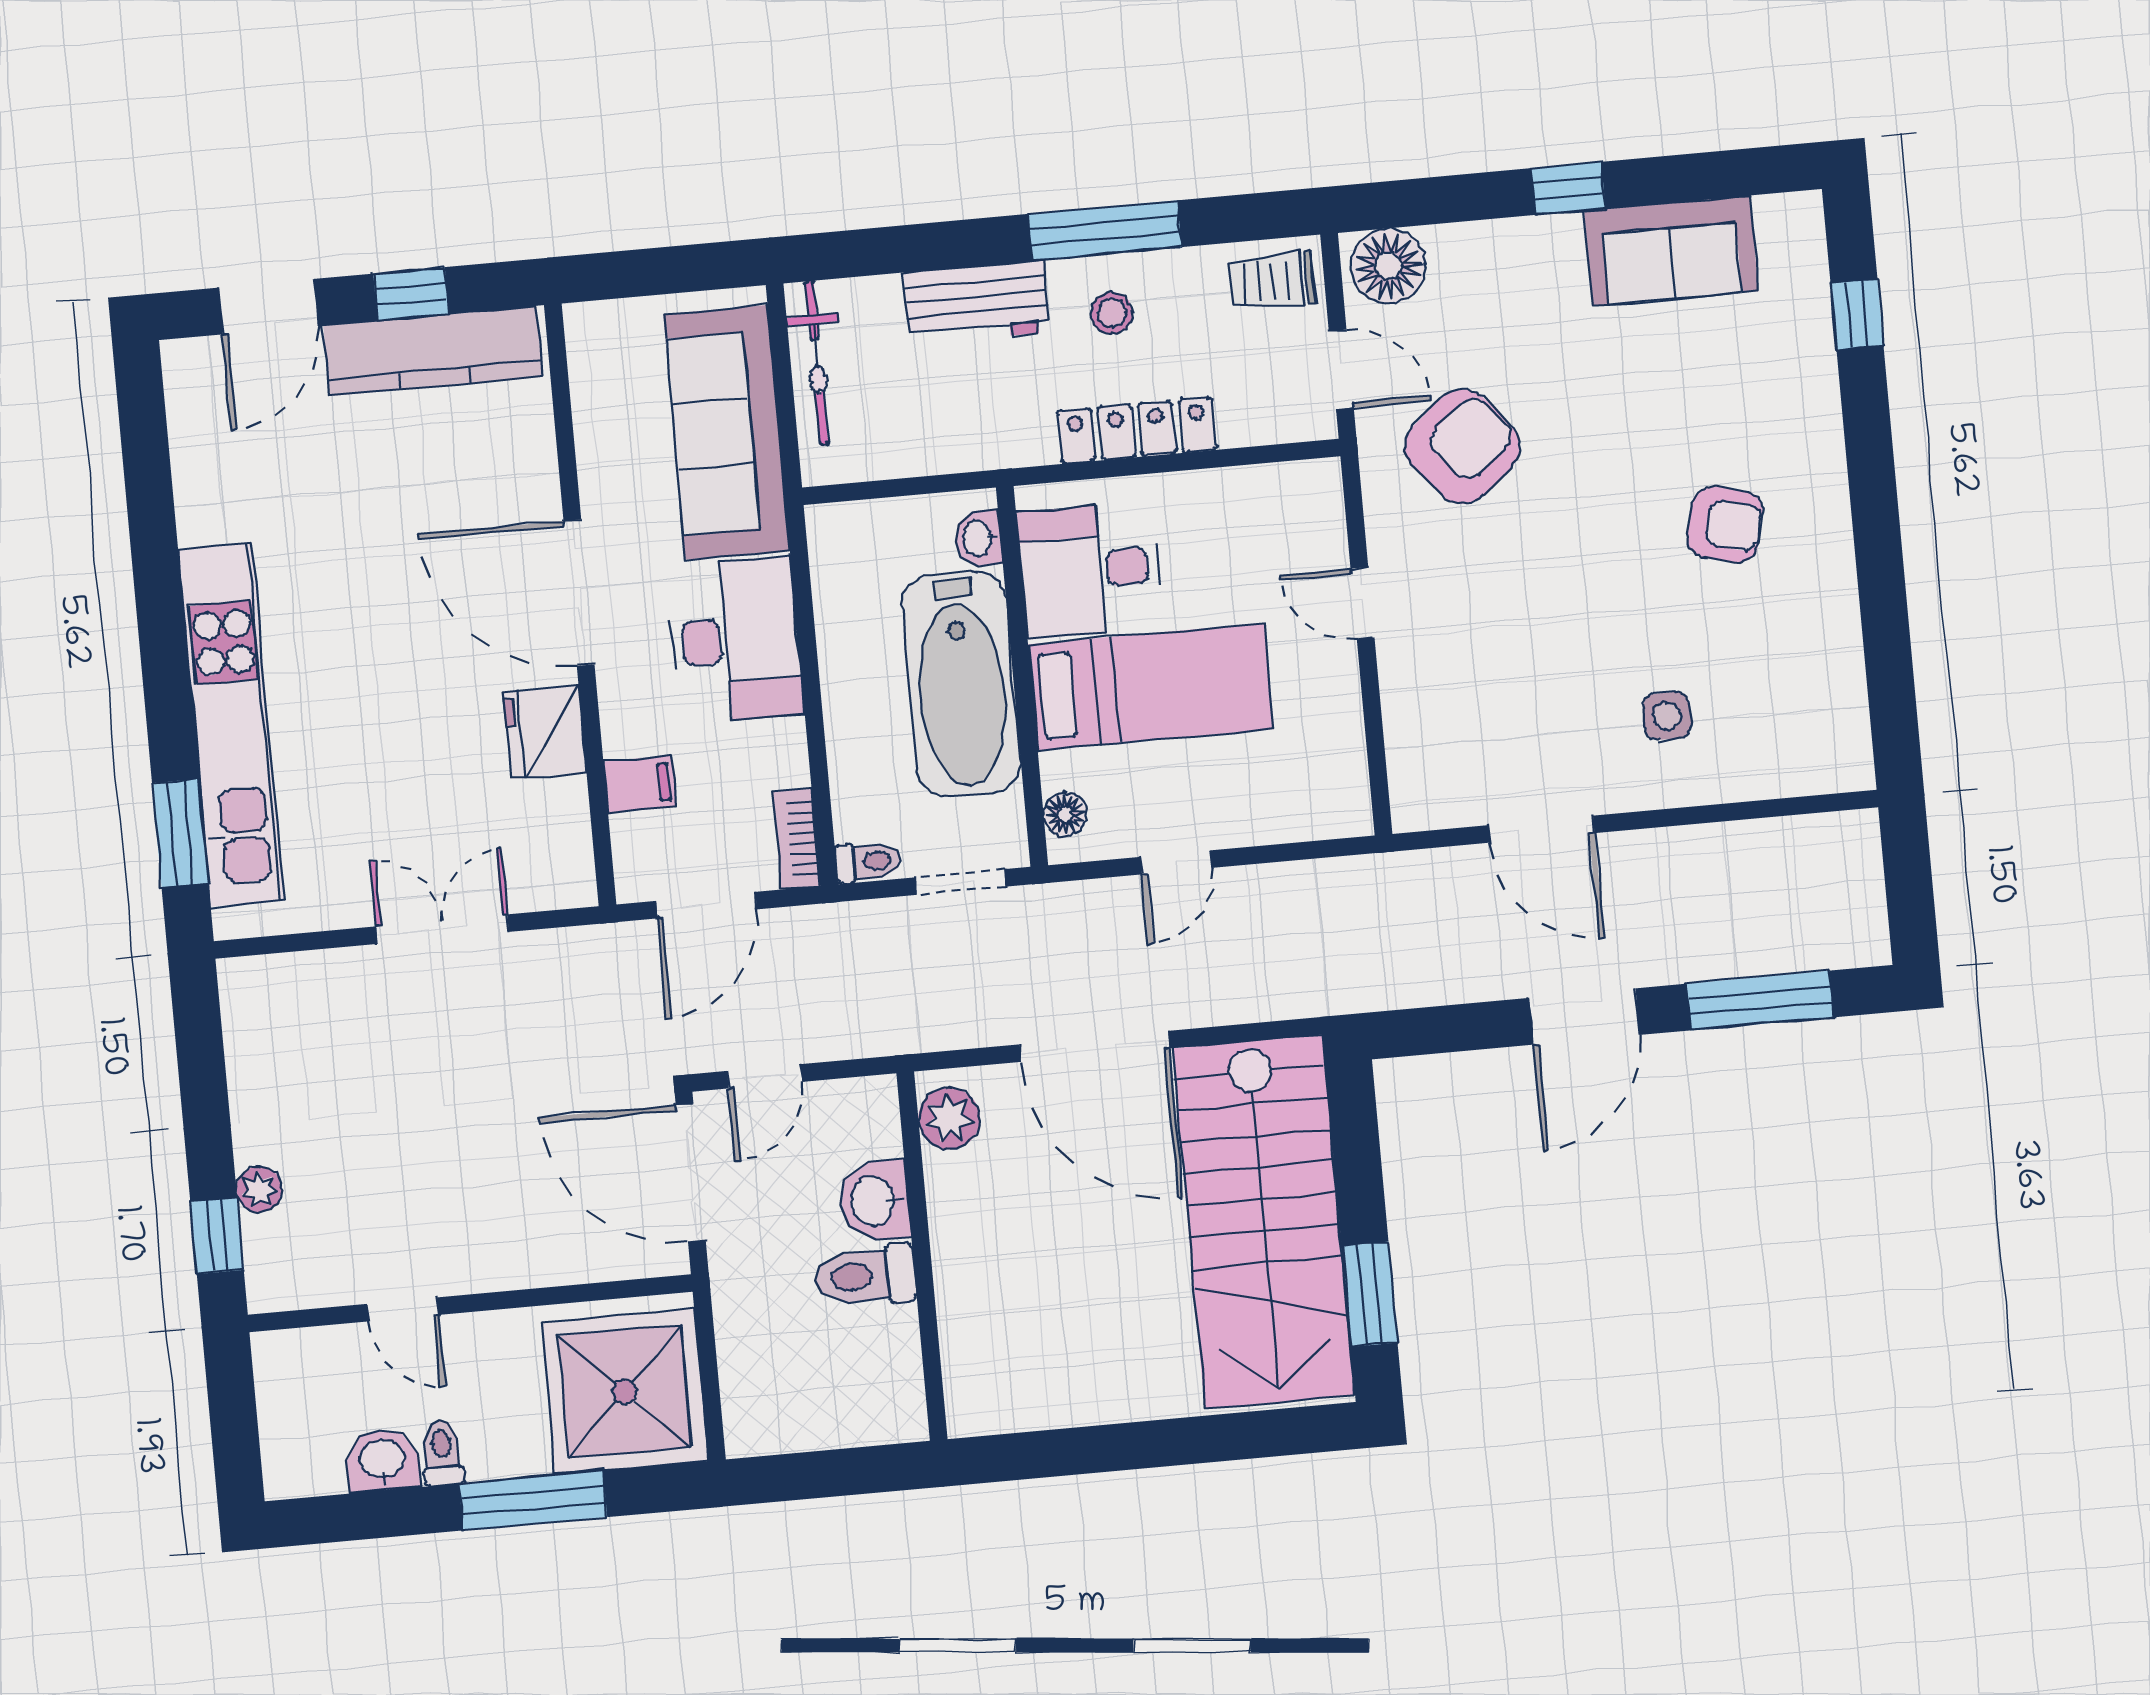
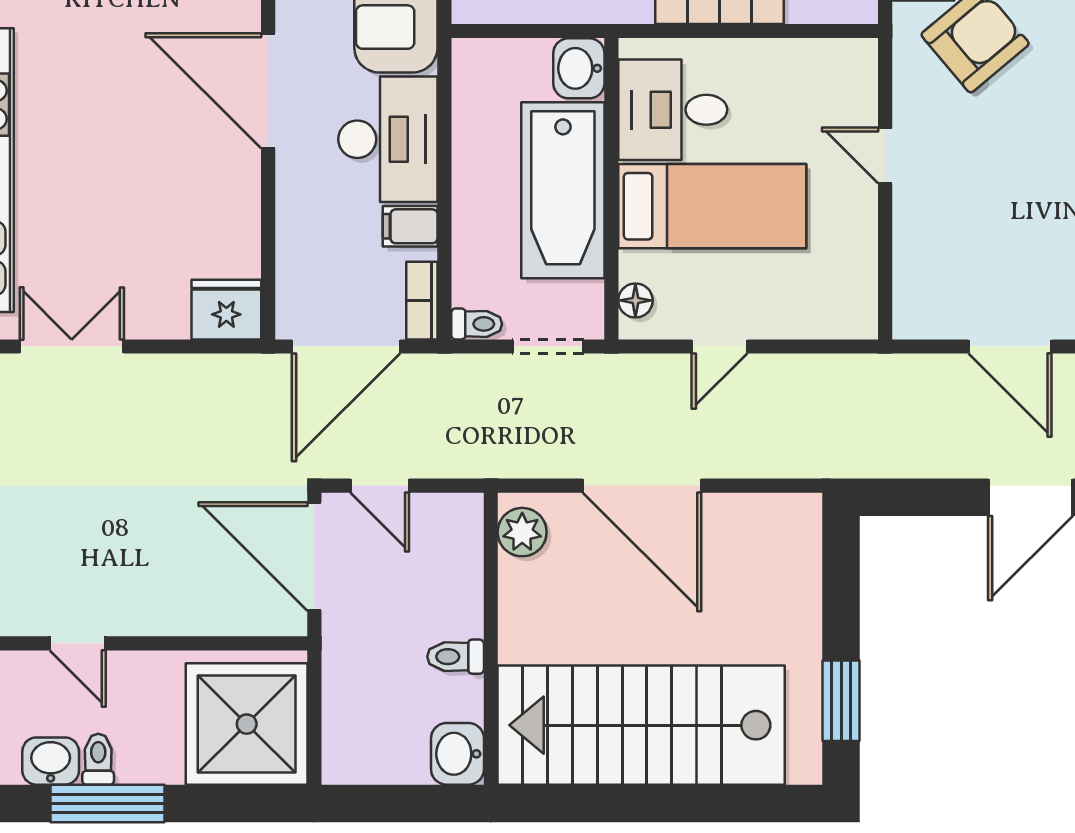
washbasin: (978, 538) -> (579, 68), width x1.38, depth x1.45
fridge: (545, 732) -> (226, 310), moved, turned 90
filing cabinet: (640, 784) -> (410, 226), moved, turned 180
door: (706, 905) -> (346, 346), width x1.36
double door: (442, 929) -> (72, 346), moved
door: (765, 1076) -> (380, 486), hinge flipped
washbasin: (875, 1201) -> (457, 754), moved
stairs: (1264, 1222) -> (641, 725), moved, turned 90
toilet: (865, 1276) -> (456, 657), width x0.73, depth x0.72
window: (533, 1500) -> (108, 803), moved

